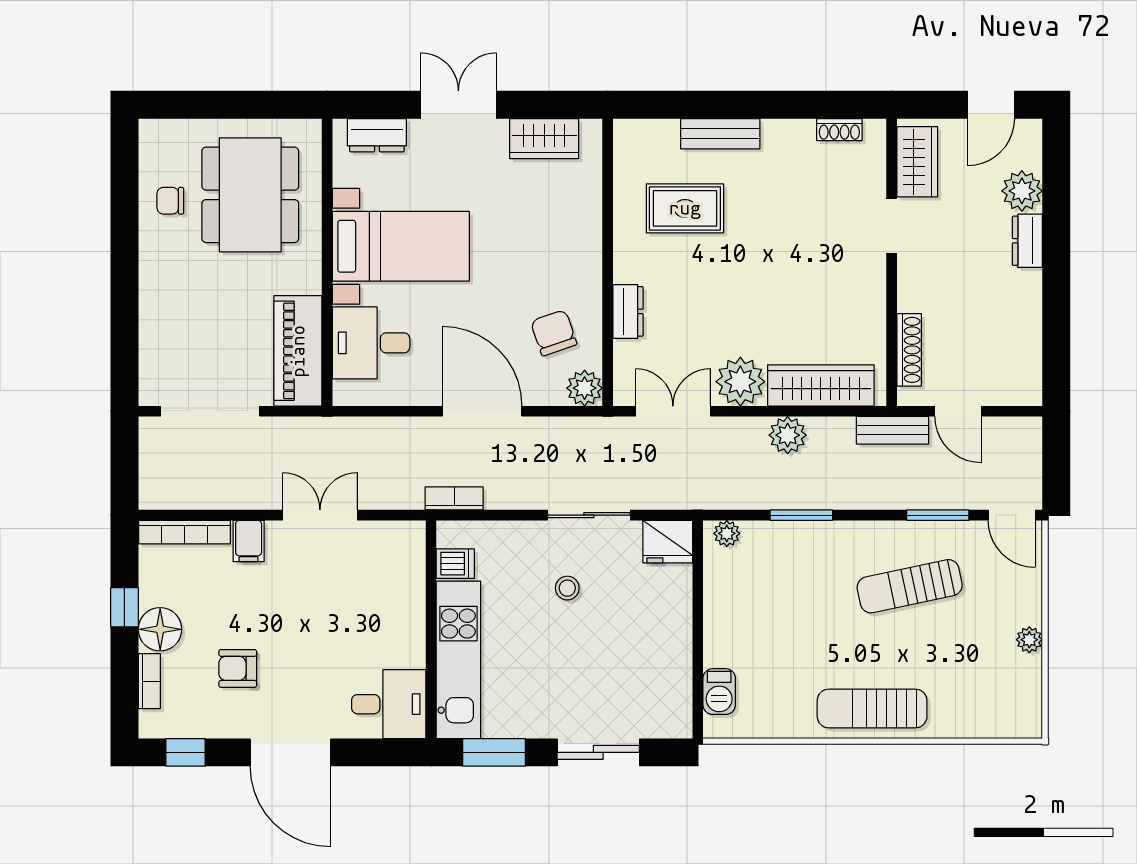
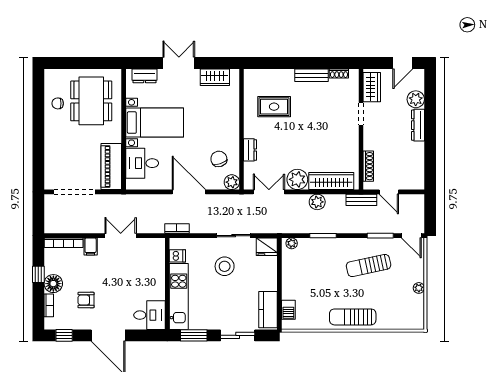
bench: (720, 134) -> (312, 75), moved
dresser: (1027, 241) -> (418, 125), width x1.44
stool: (567, 588) -> (225, 266), width x1.89, depth x1.89
kitchen counter: (671, 691) -> (268, 310), added

